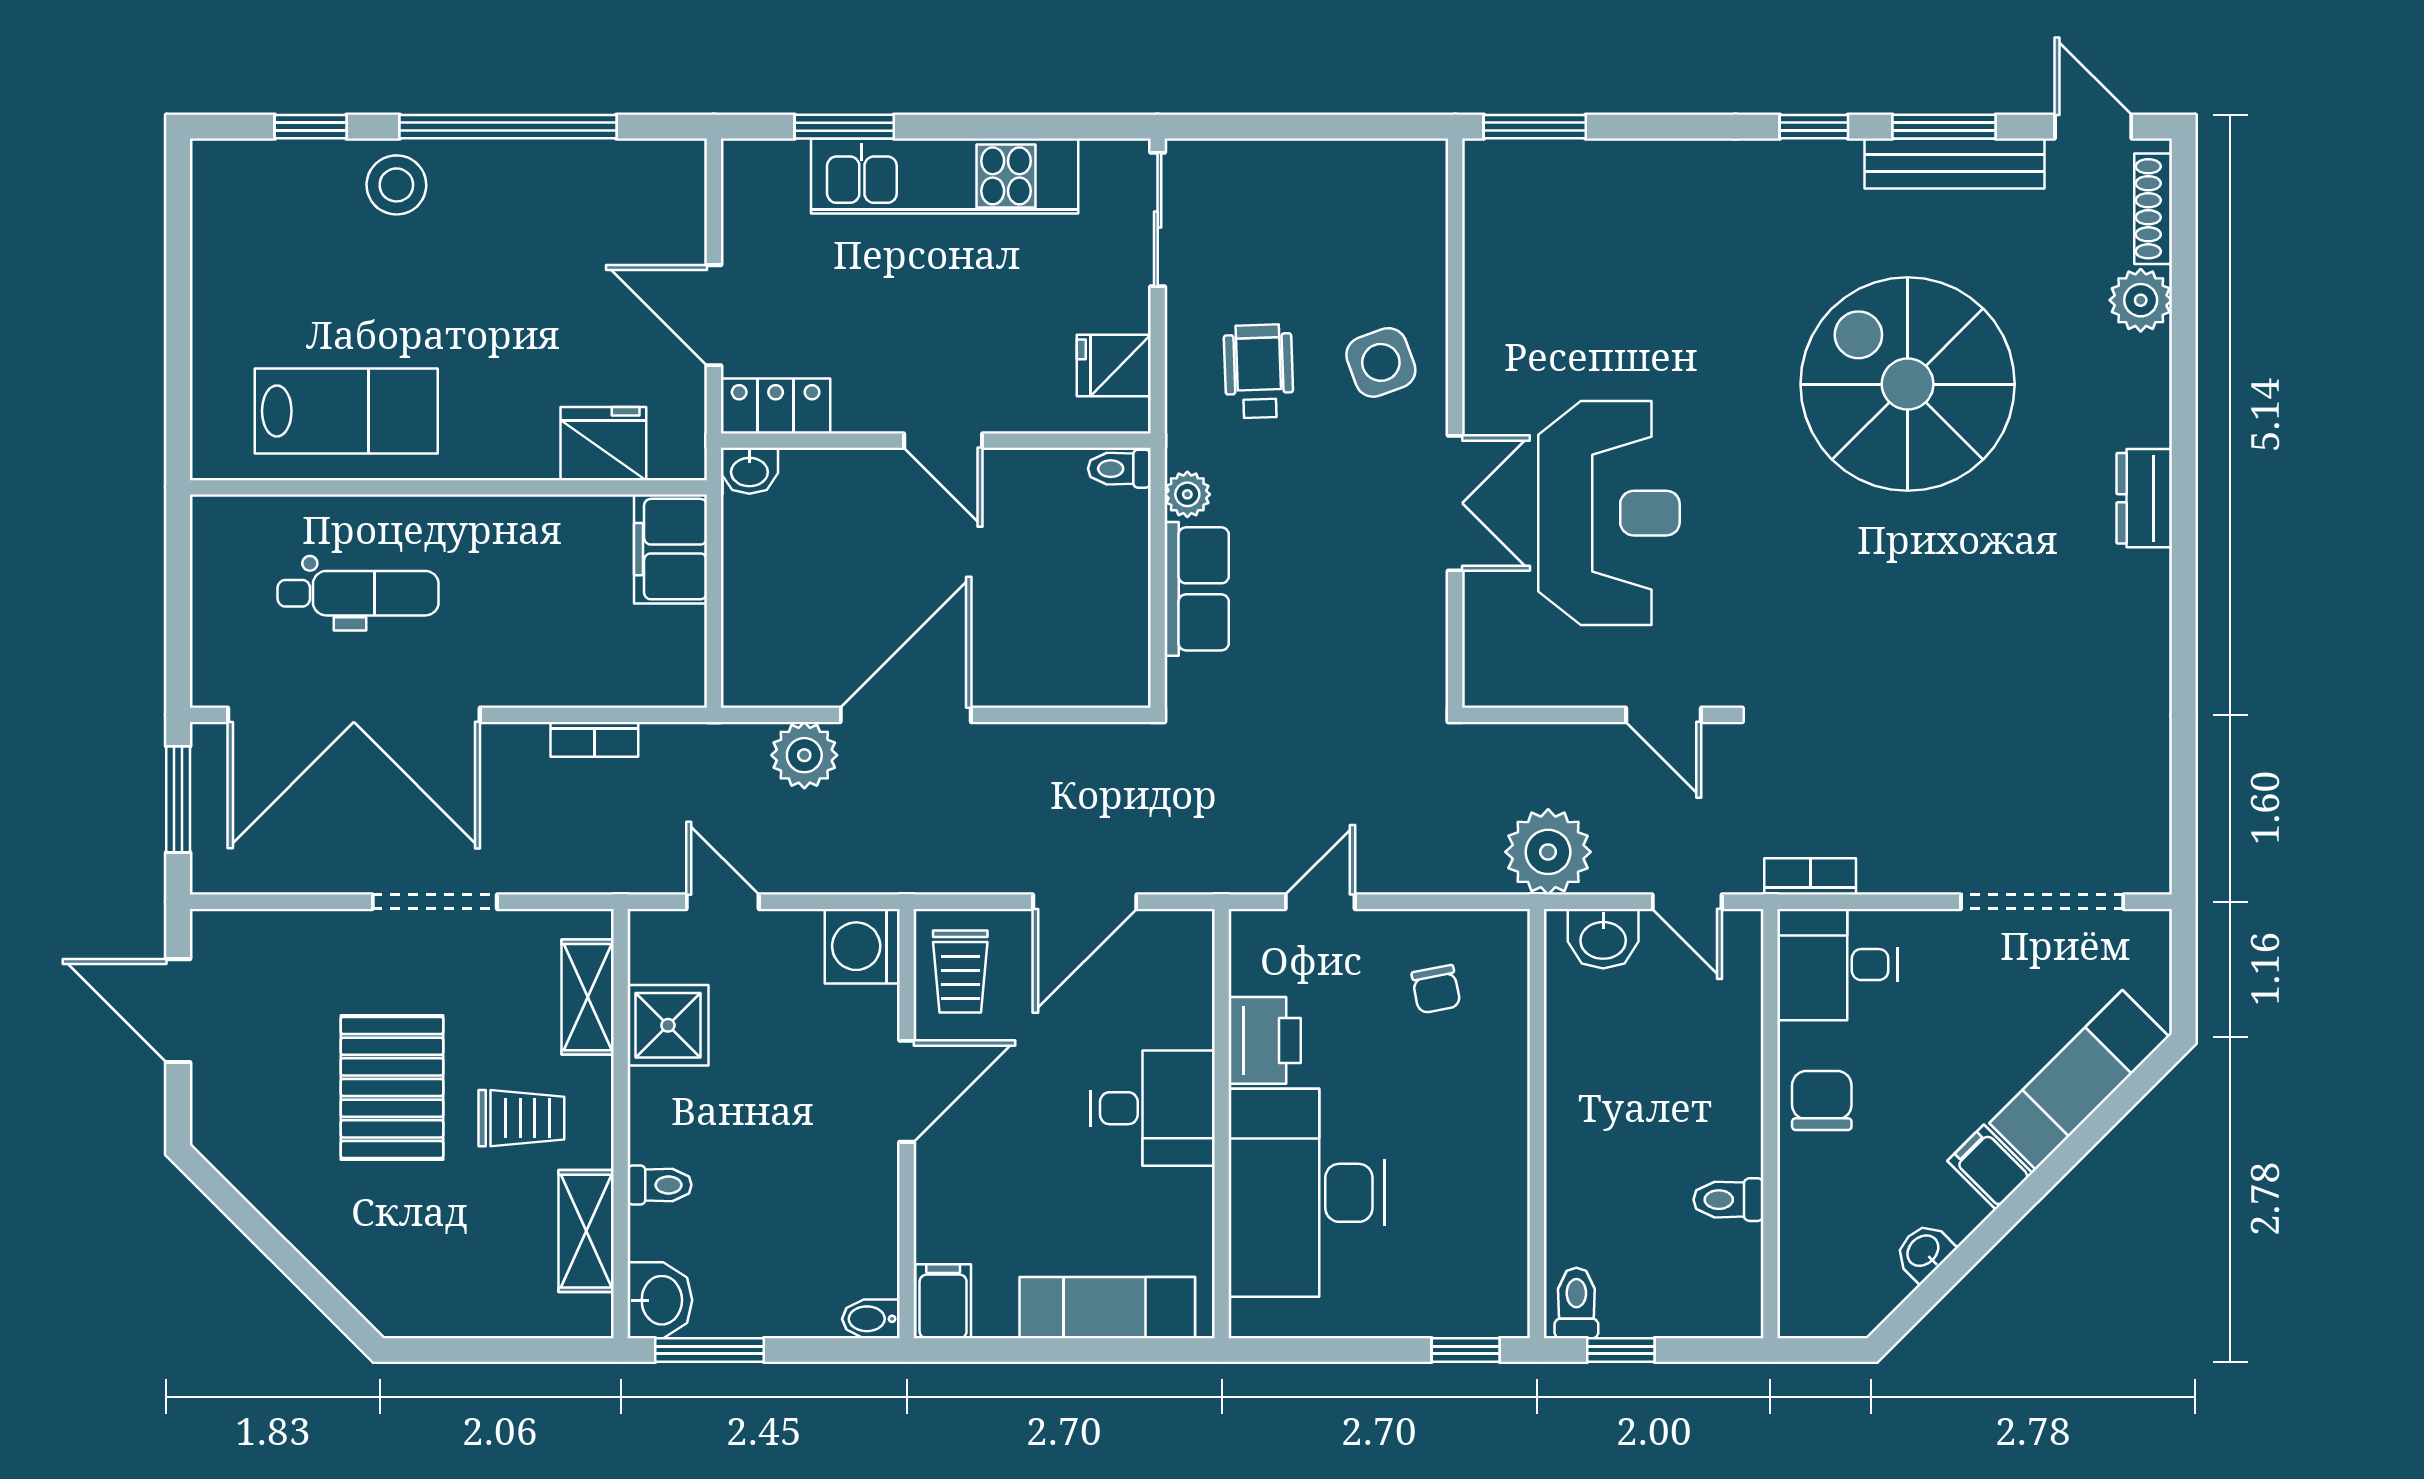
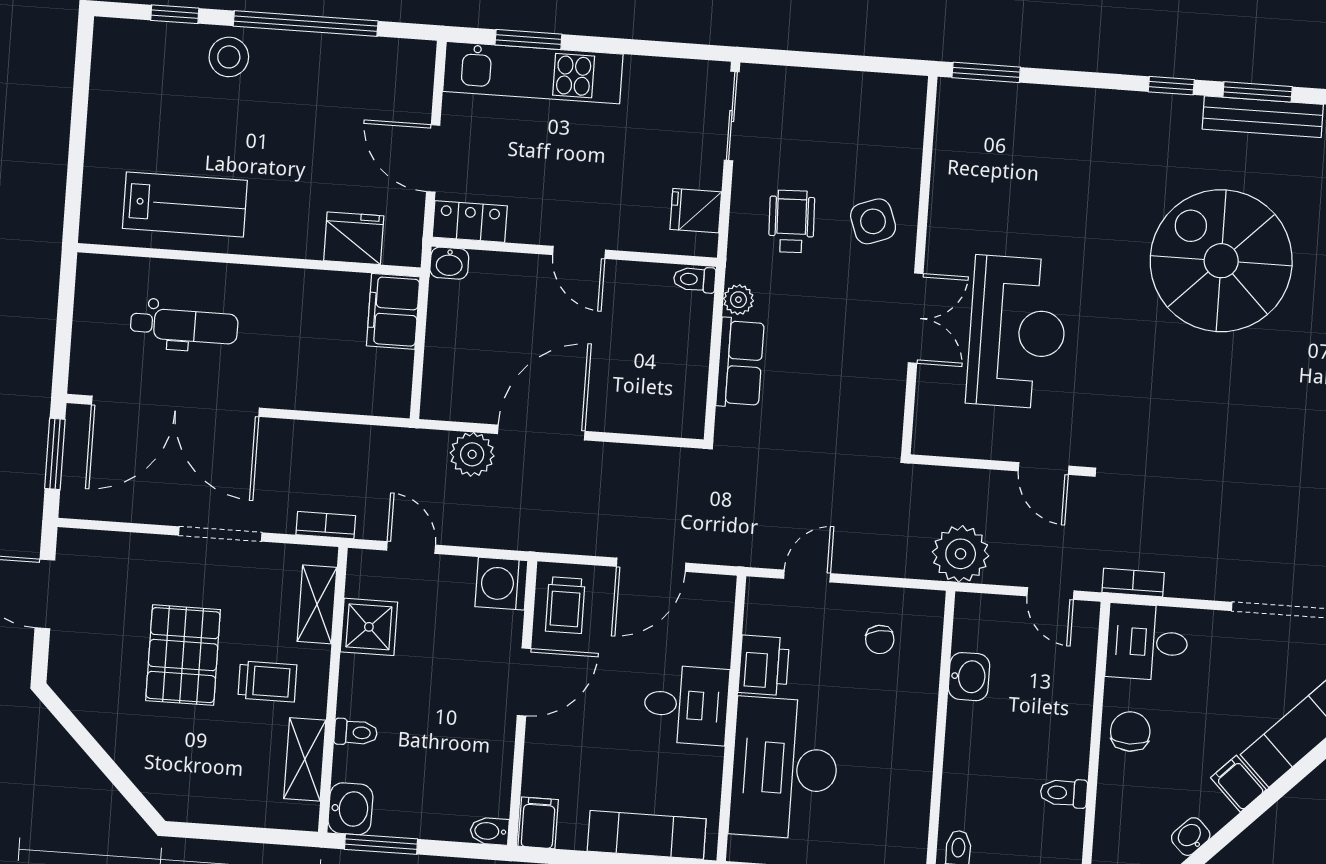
kitchen unit: (945, 176) -> (533, 73), moved
bookcase: (594, 739) -> (326, 525), moved, turned 180
washbasin: (1603, 939) -> (969, 677), moved, turned -90

